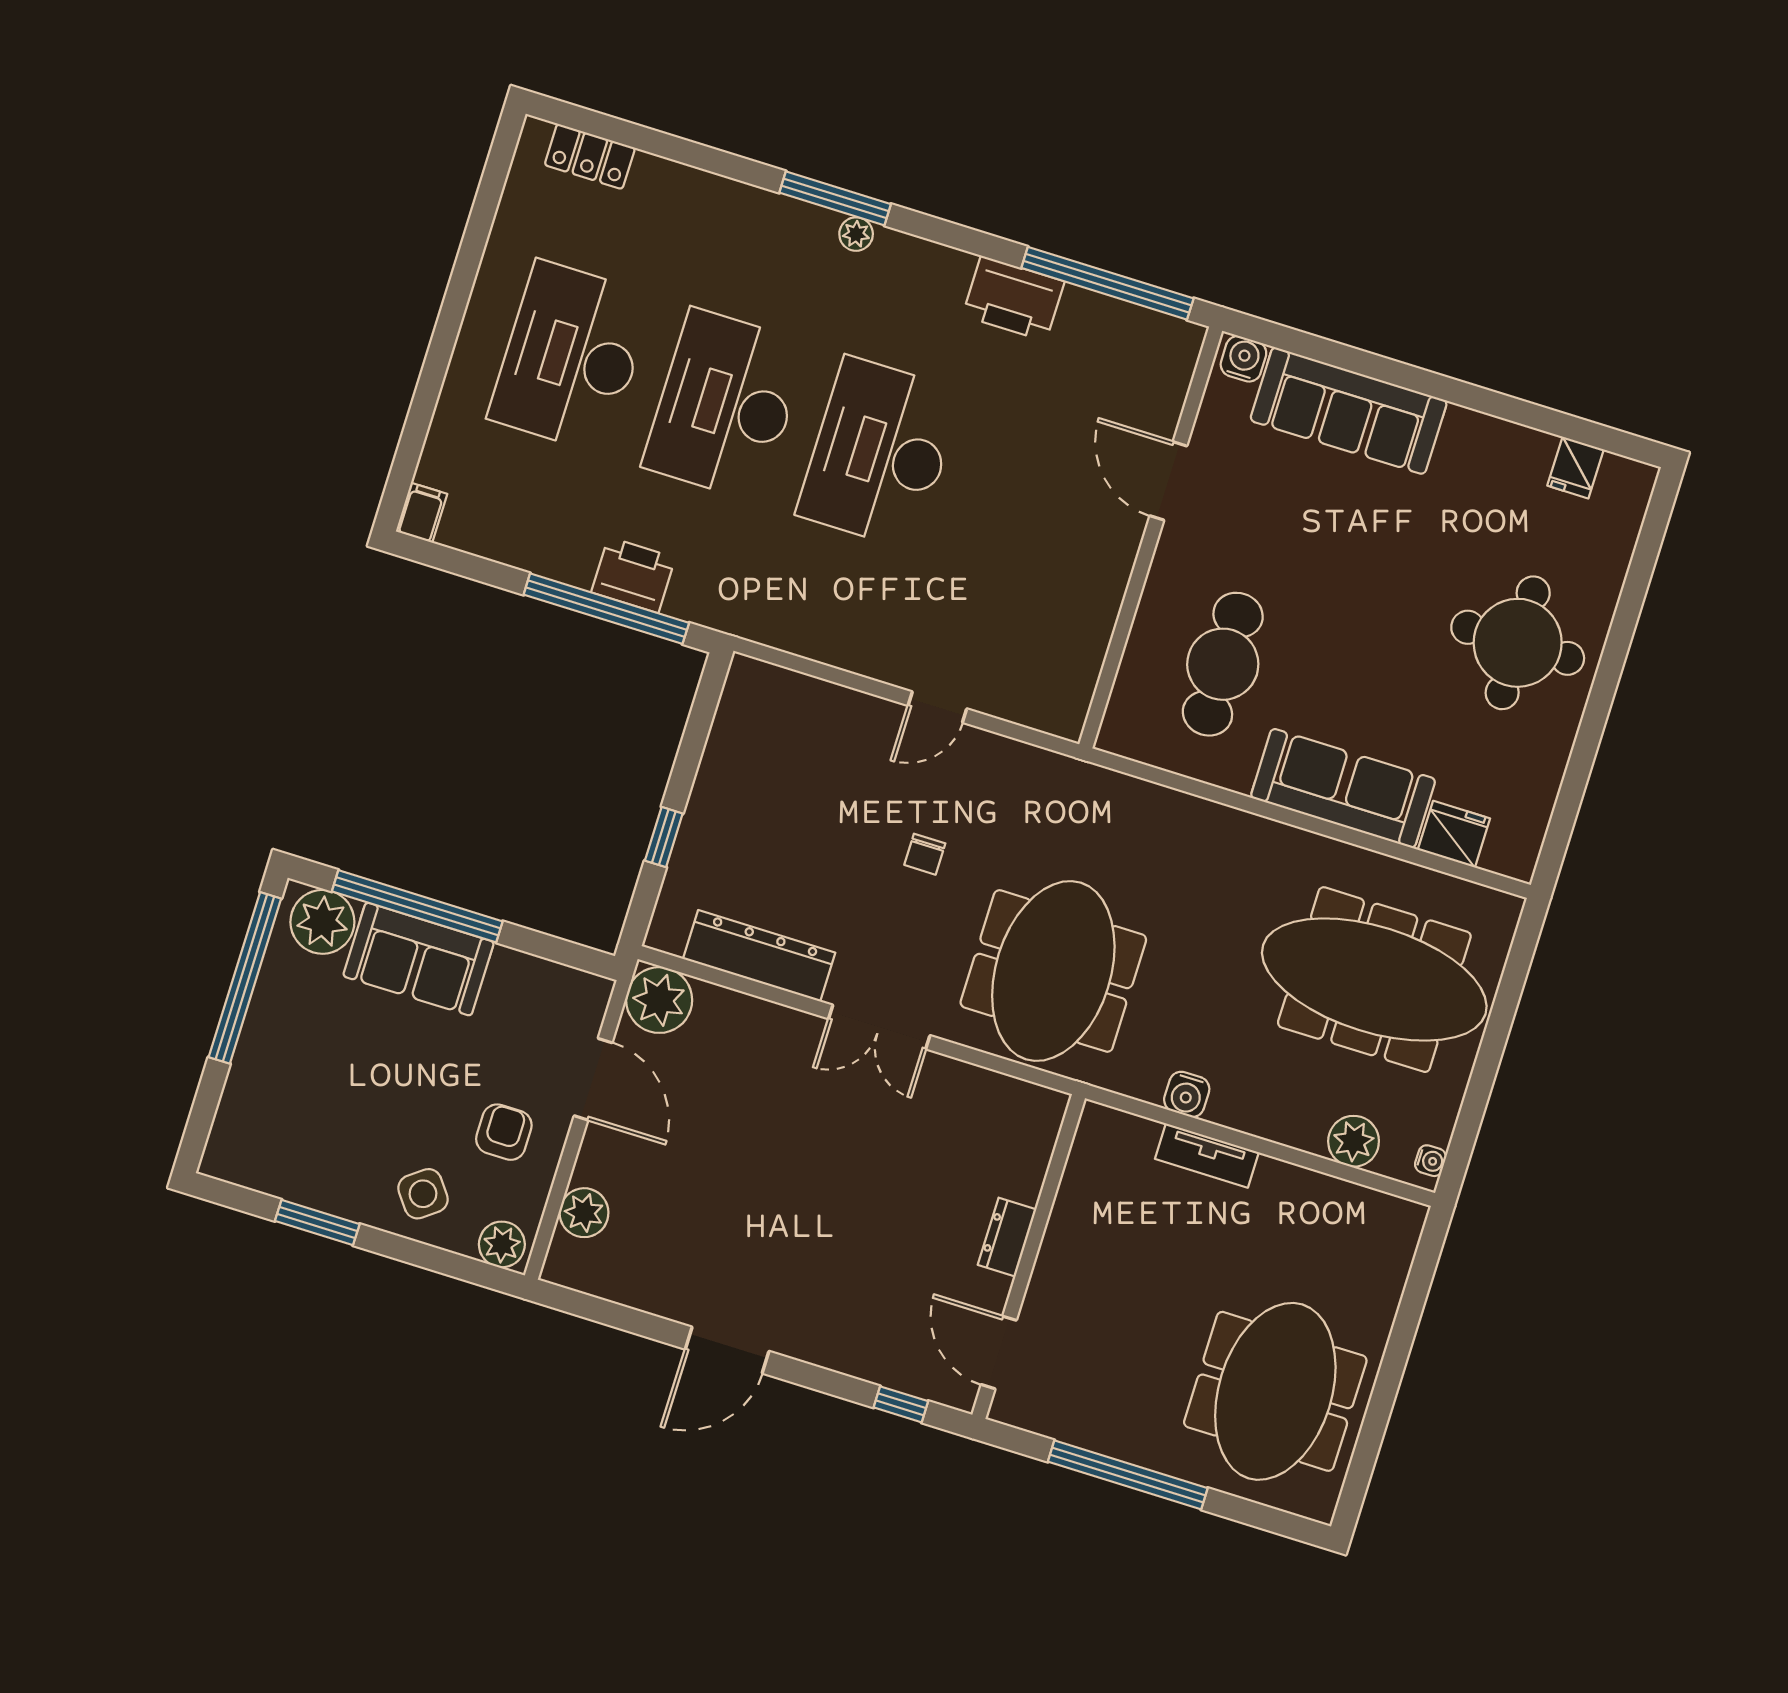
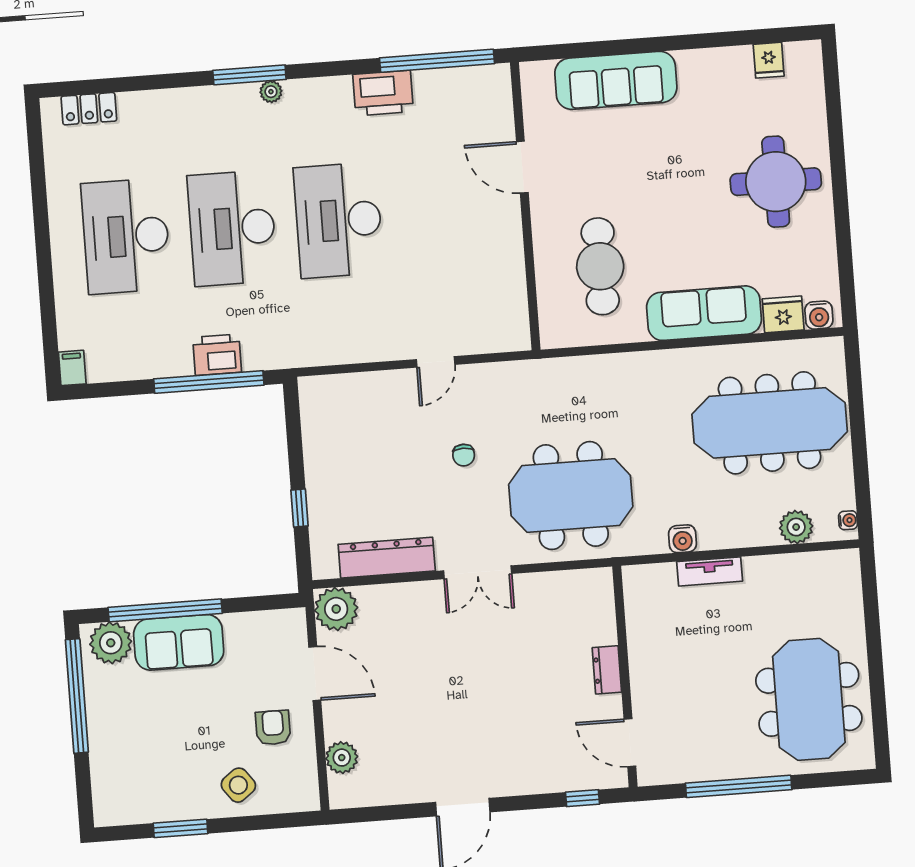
water cooler: (1243, 359) -> (819, 315), moved, turned 180
meeting table: (1053, 971) -> (571, 496), turned 90
plant: (502, 1244) -> (299, 797), removed

